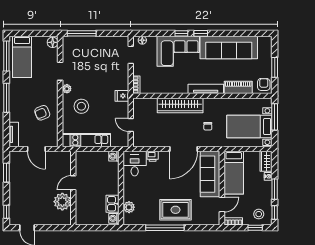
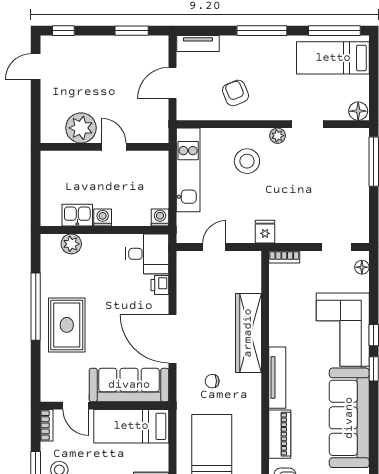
washing machine: (114, 218) -> (103, 218), moved

